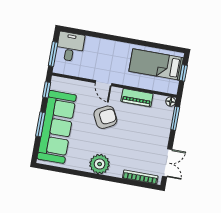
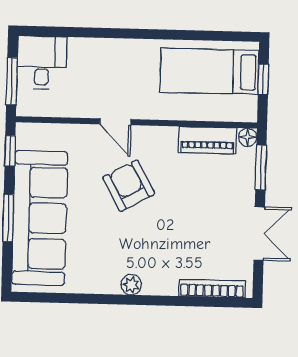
piano: (137, 98) -> (207, 140), moved
armchair: (105, 117) -> (129, 186), turned -92
double door: (167, 163) -> (259, 233), moved
plant: (100, 164) -> (131, 285), width x0.53, depth x0.53

